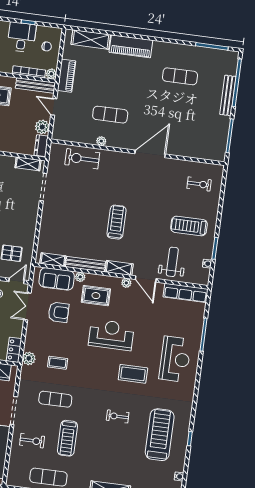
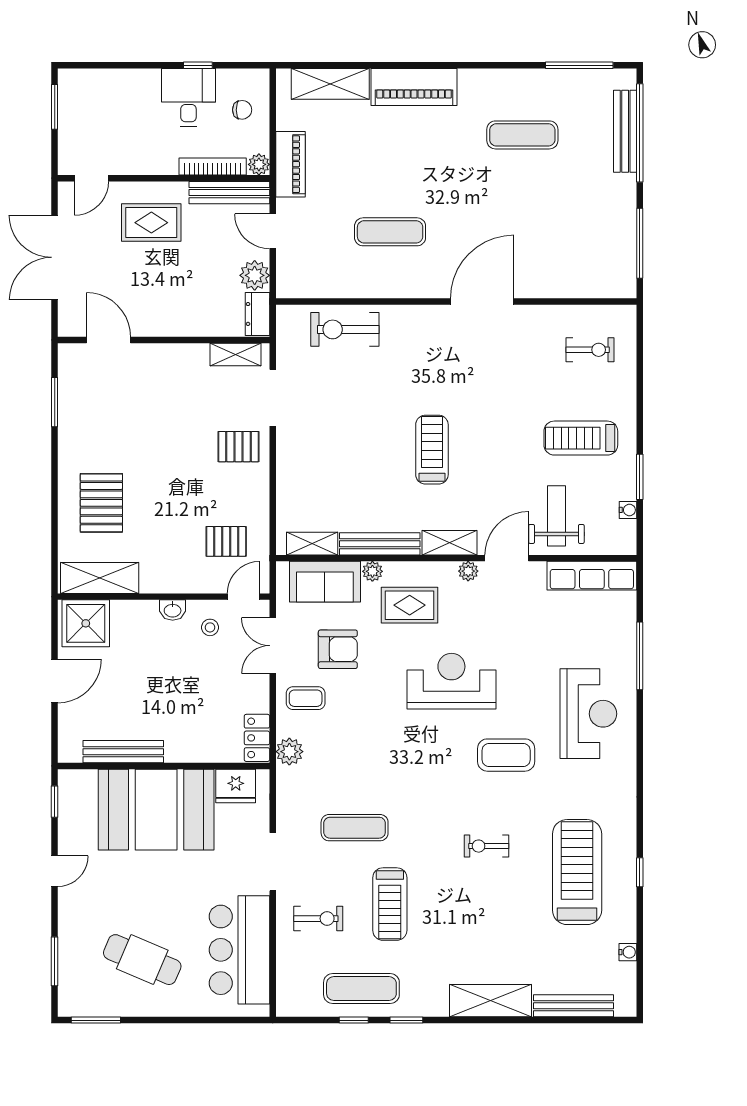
bench: (228, 95) -> (625, 131), moved
plant: (101, 141) -> (379, 288), removed
pallet: (24, 208) -> (238, 447), added
door: (146, 279) -> (507, 558), swing flipped
coffee table: (58, 363) -> (306, 698), moved

